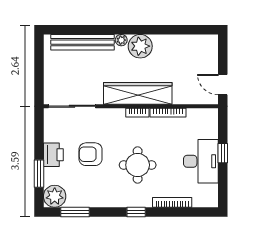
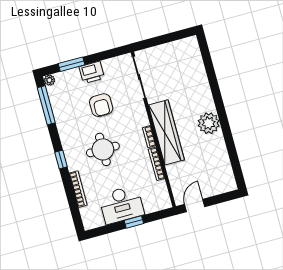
plant: (121, 40) -> (210, 105), removed
bench: (82, 42) -> (198, 71), removed
armchair: (90, 154) -> (101, 105), turned 180
plant: (55, 196) -> (49, 80), width x0.53, depth x0.53
window: (75, 212) -> (46, 105), width x1.44

